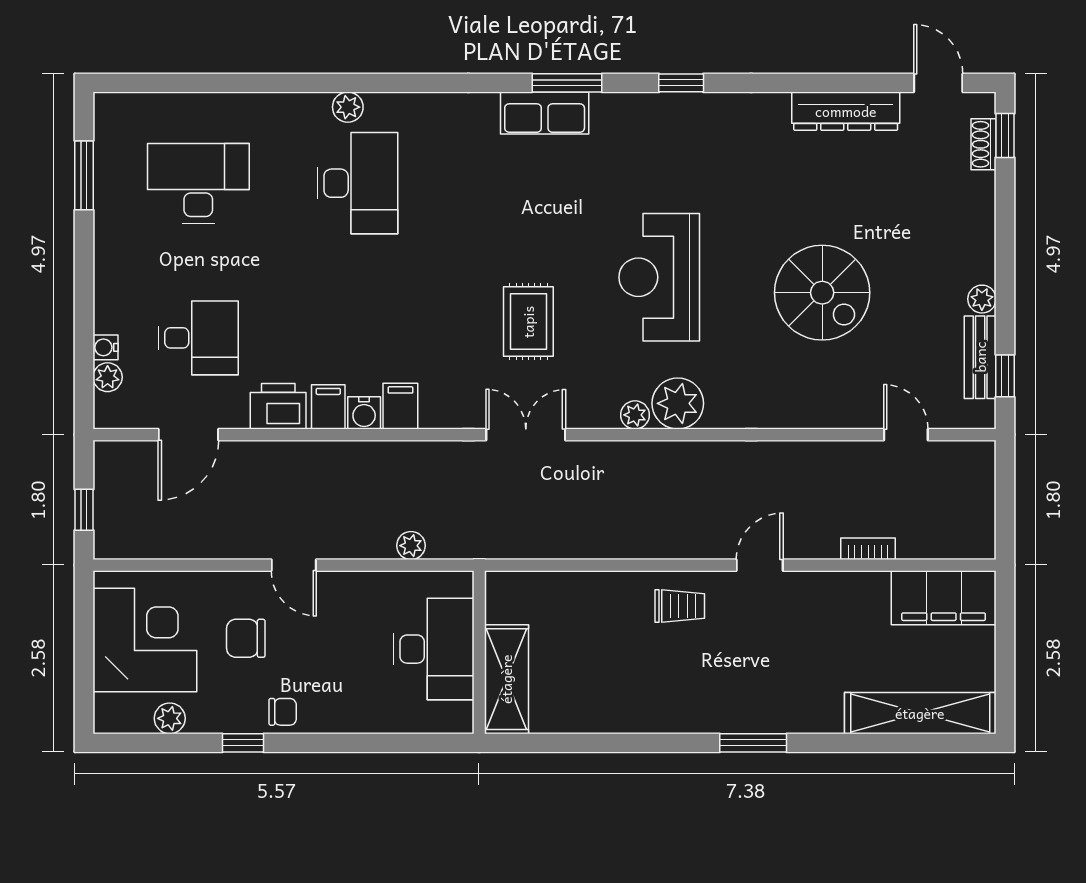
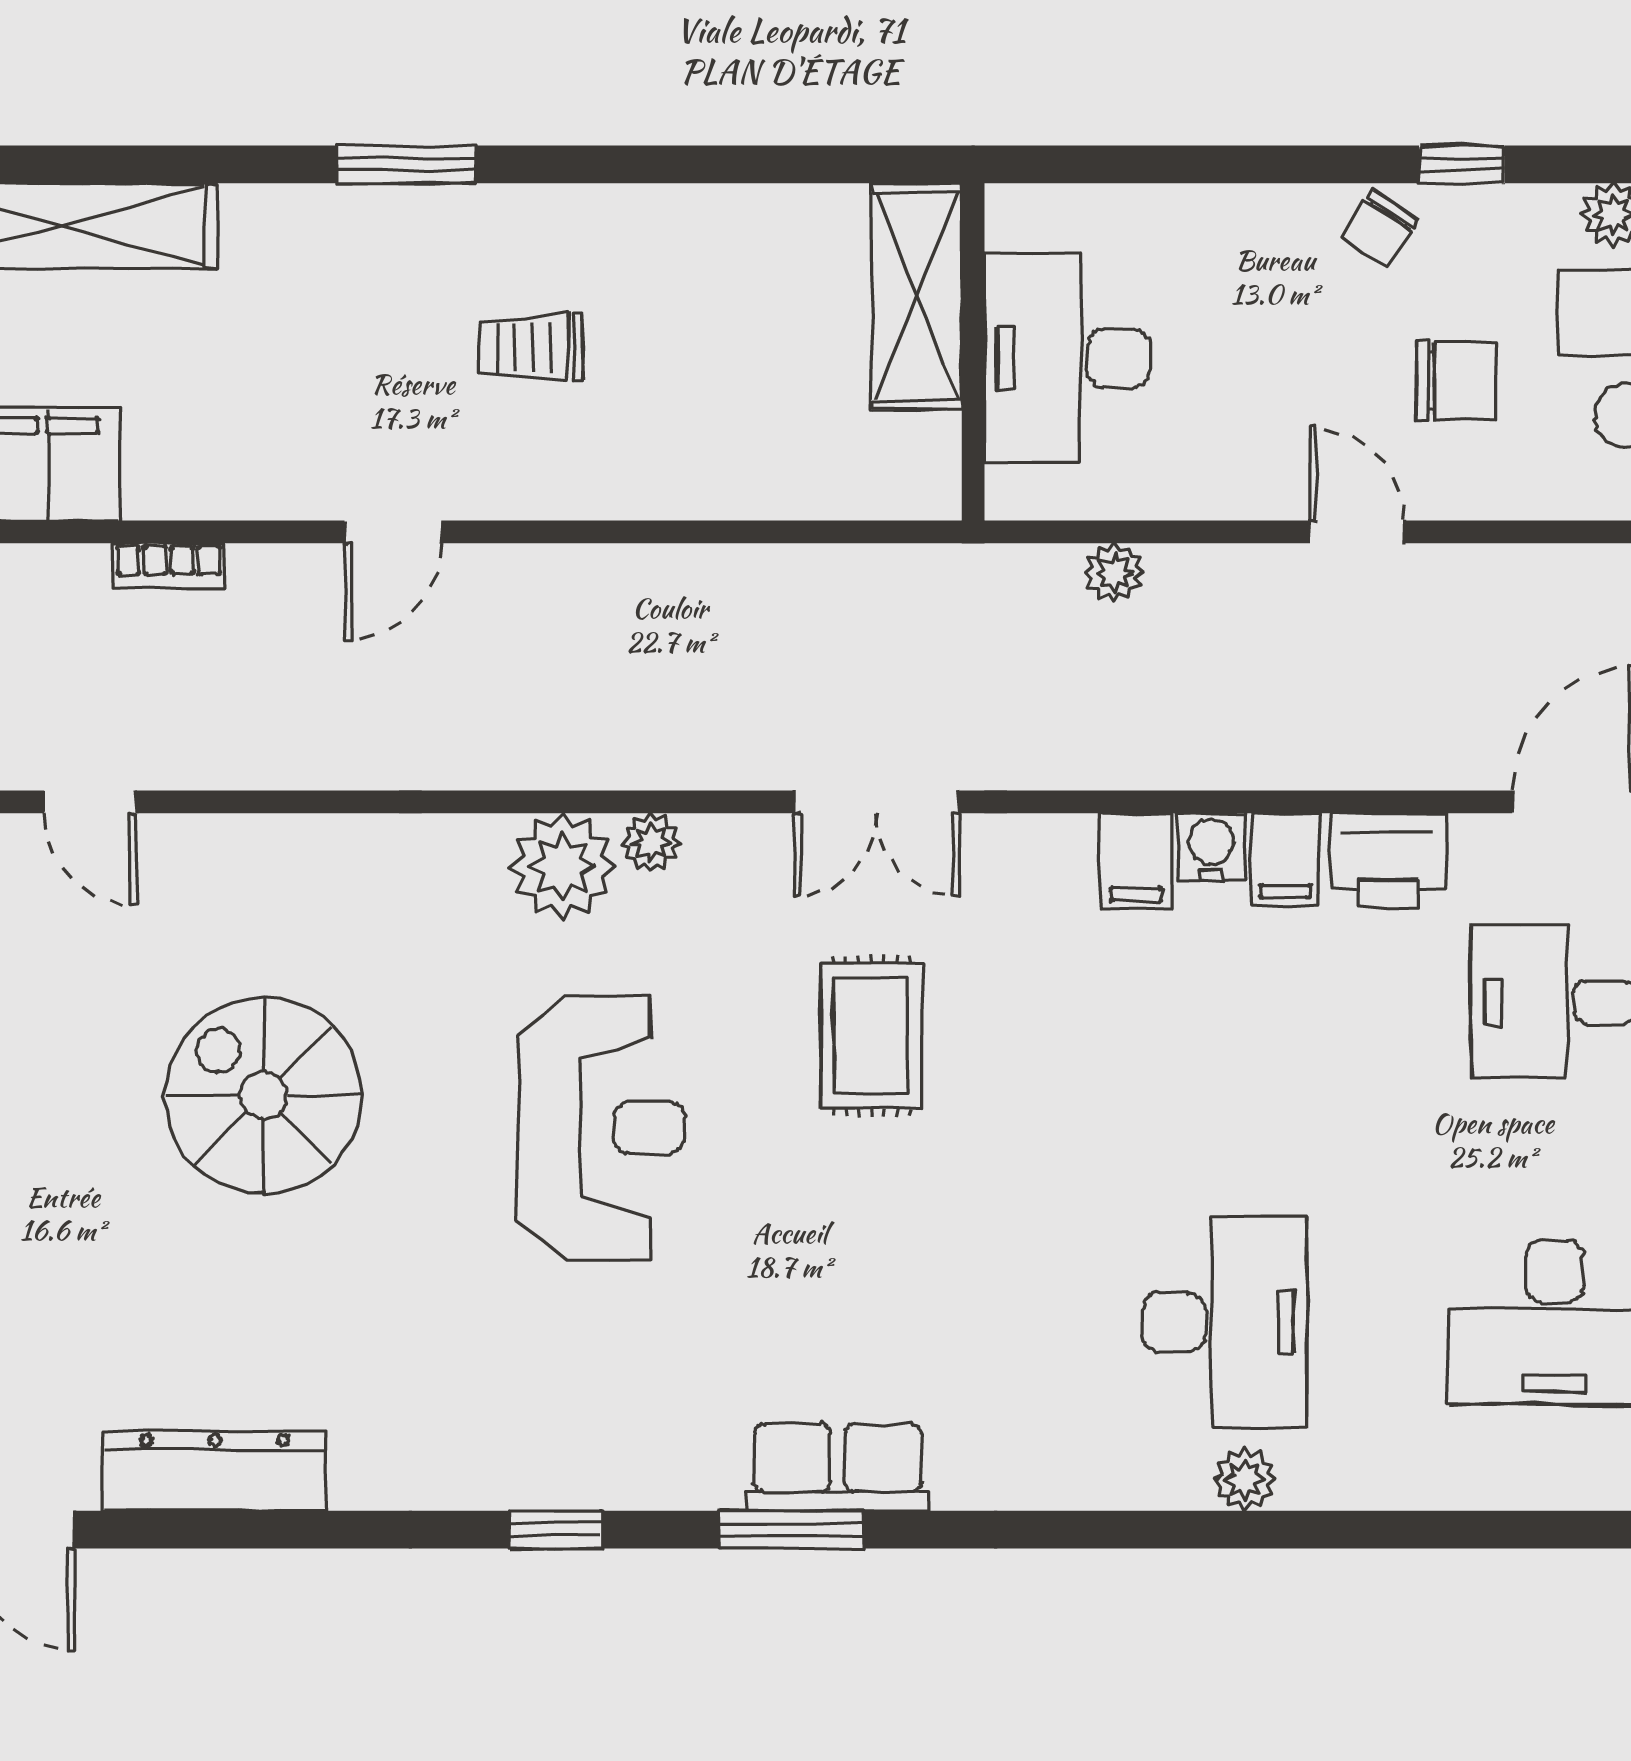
desk: (358, 183) -> (1225, 1322), turned 180
trolley: (680, 606) -> (531, 347), moved
chair: (283, 712) -> (1380, 228), turned -56

